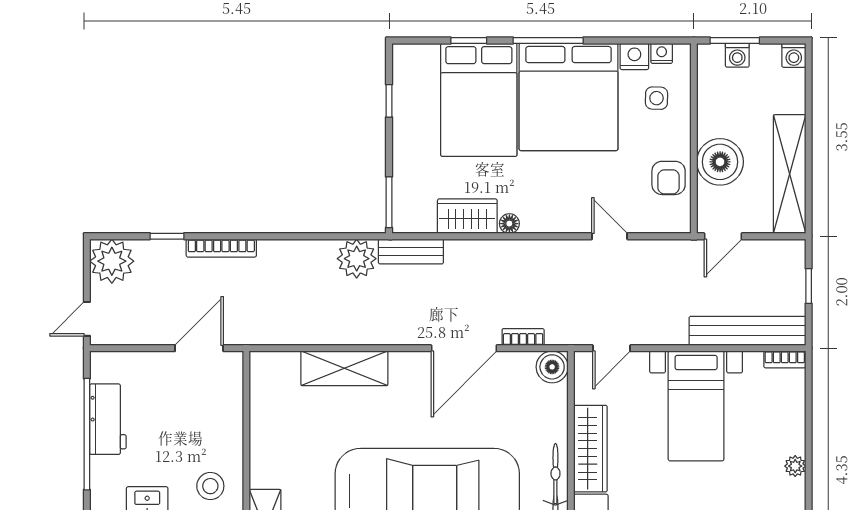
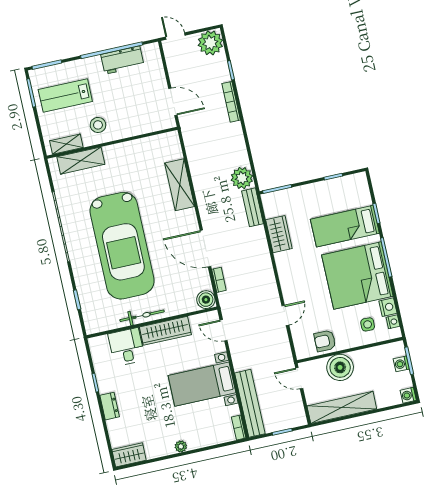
bed: (479, 100) -> (345, 226), width x0.67
floor lamp: (509, 224) -> (280, 258), removed

